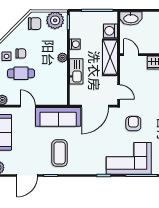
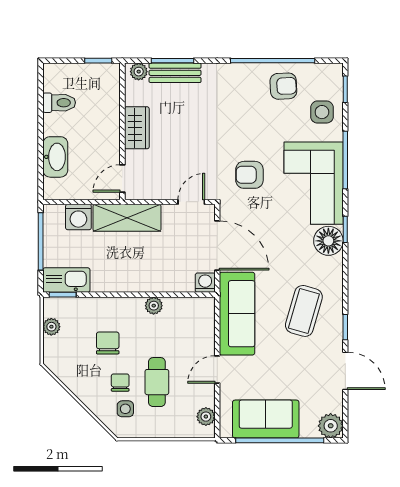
washbasin: (131, 18) -> (55, 157), moved
plant: (55, 20) -> (51, 327), width x0.53, depth x0.53
chair: (35, 24) -> (108, 343), moved
washing machine: (75, 44) -> (205, 283), moved
plant: (62, 58) -> (154, 306), moved
kitchen sink: (76, 71) -> (66, 280), moved
coffee table: (60, 153) -> (304, 311), turned -74
floor lamp: (98, 166) -> (328, 241), added

